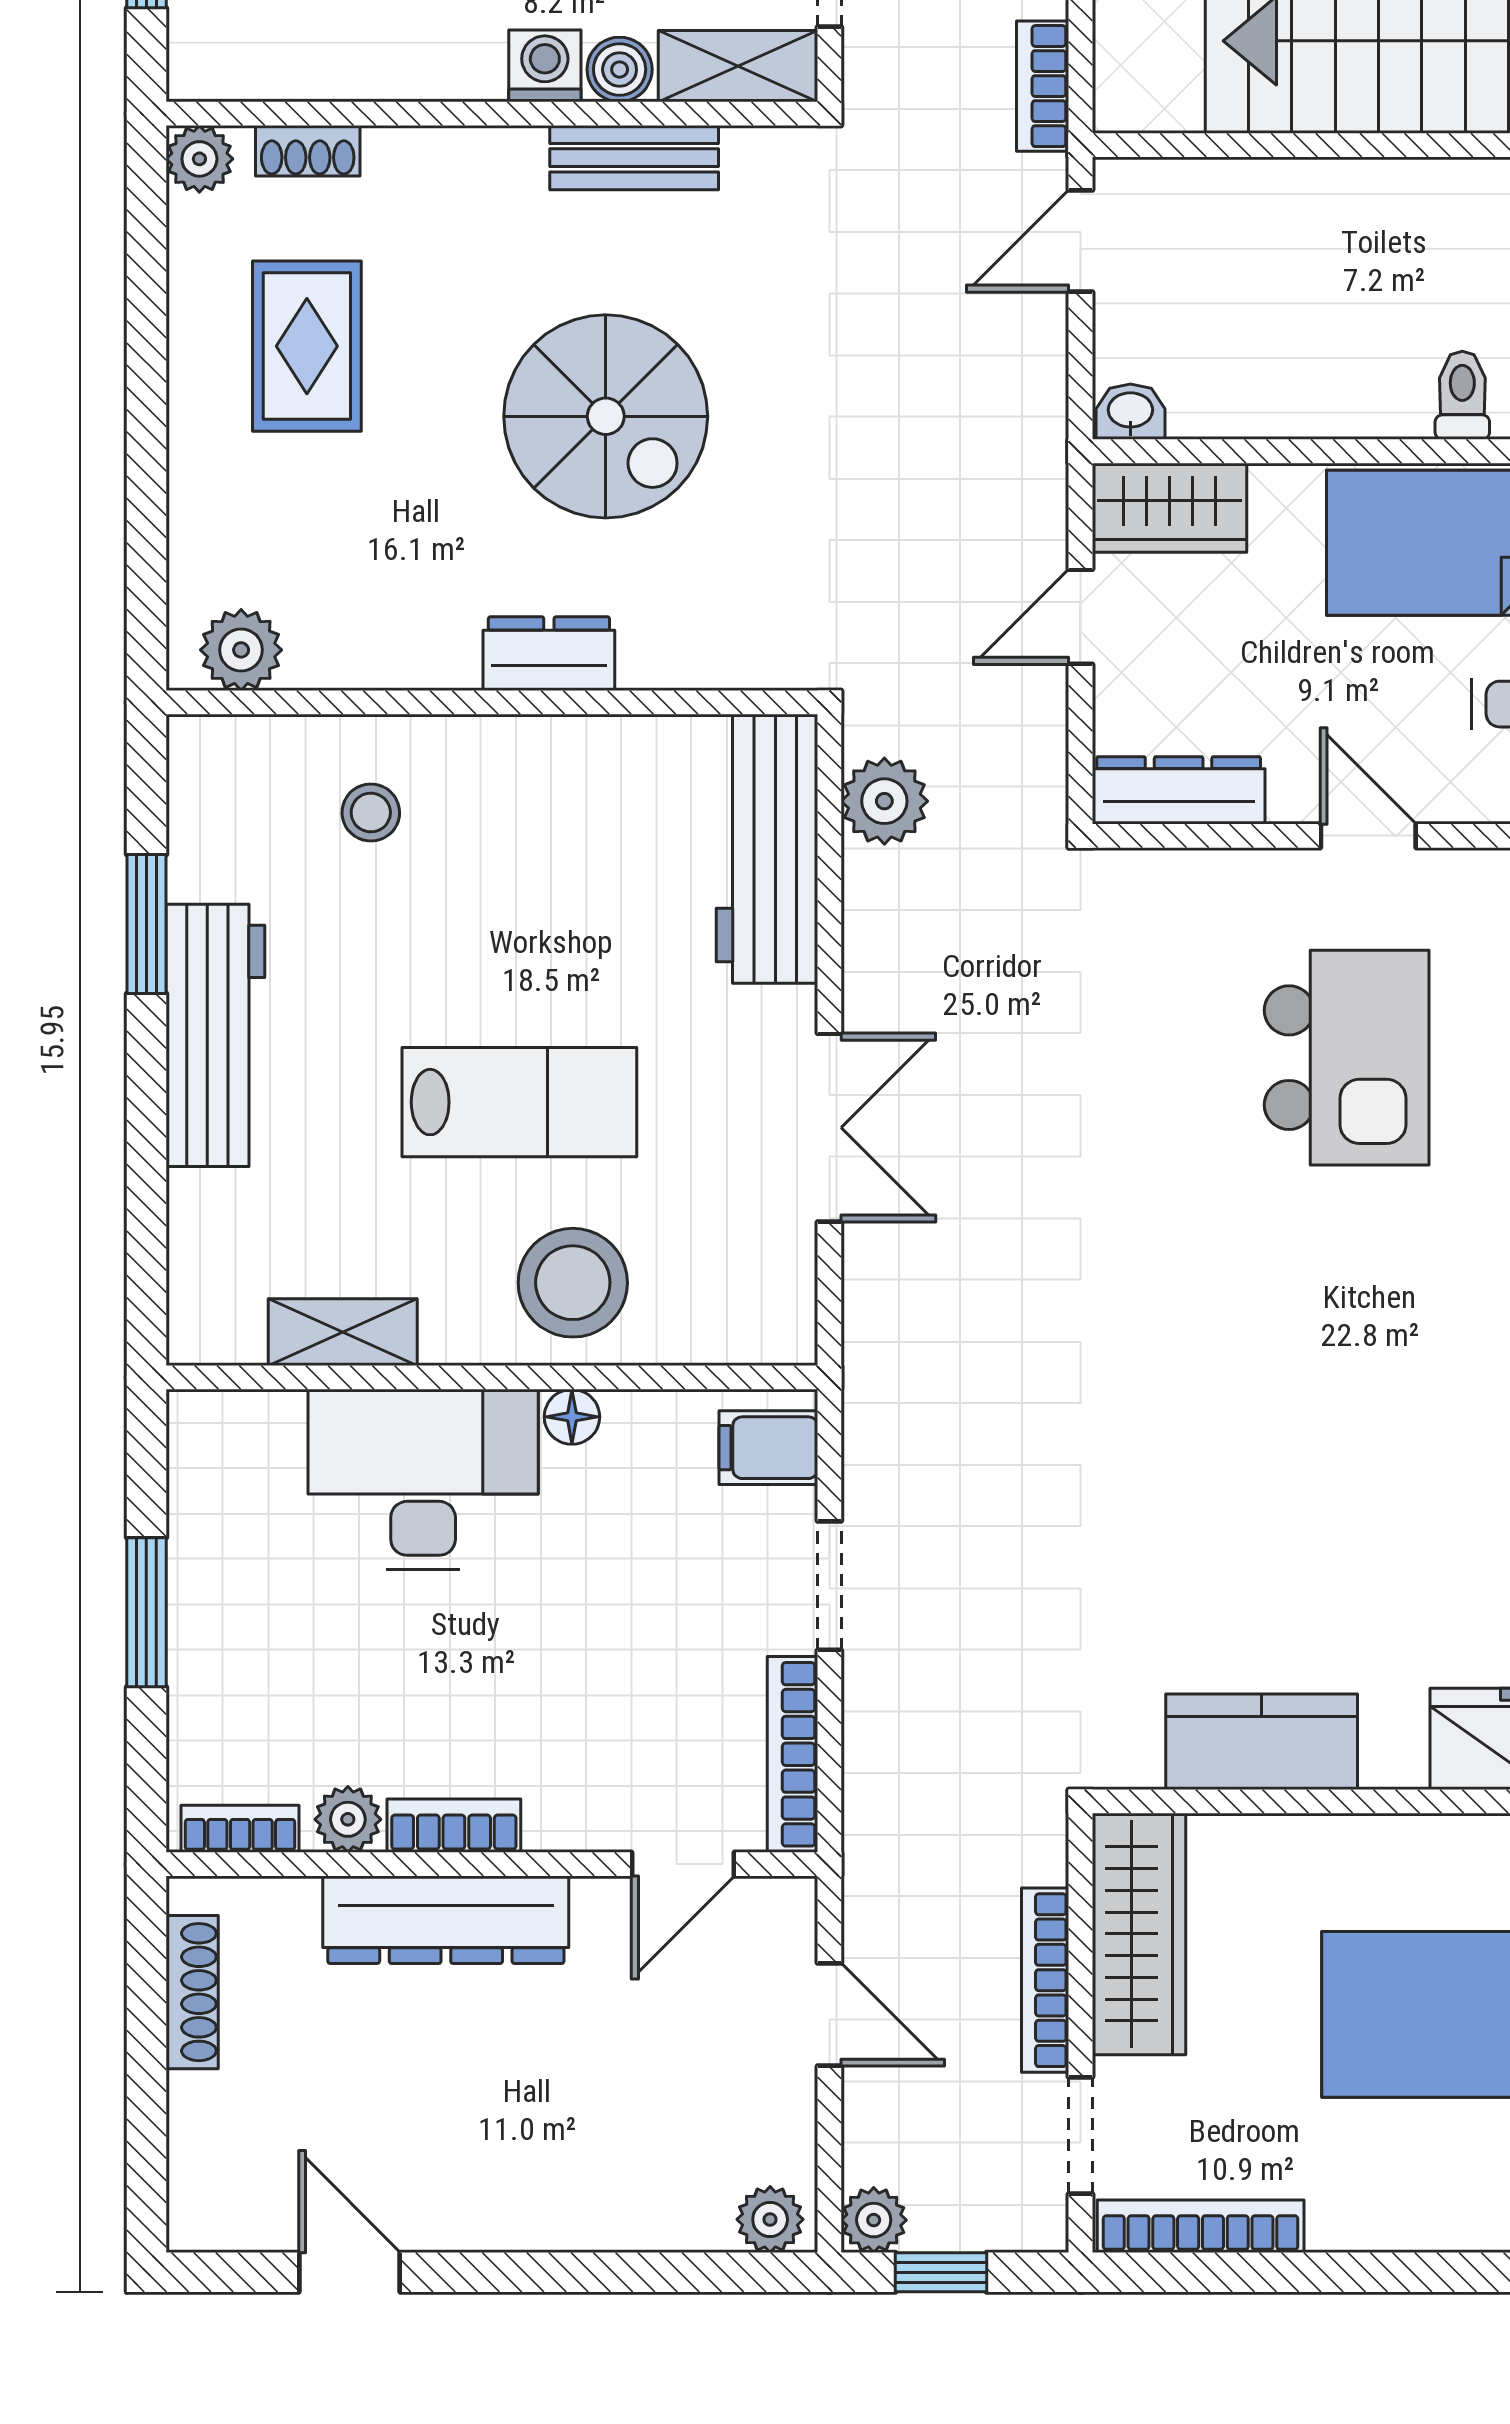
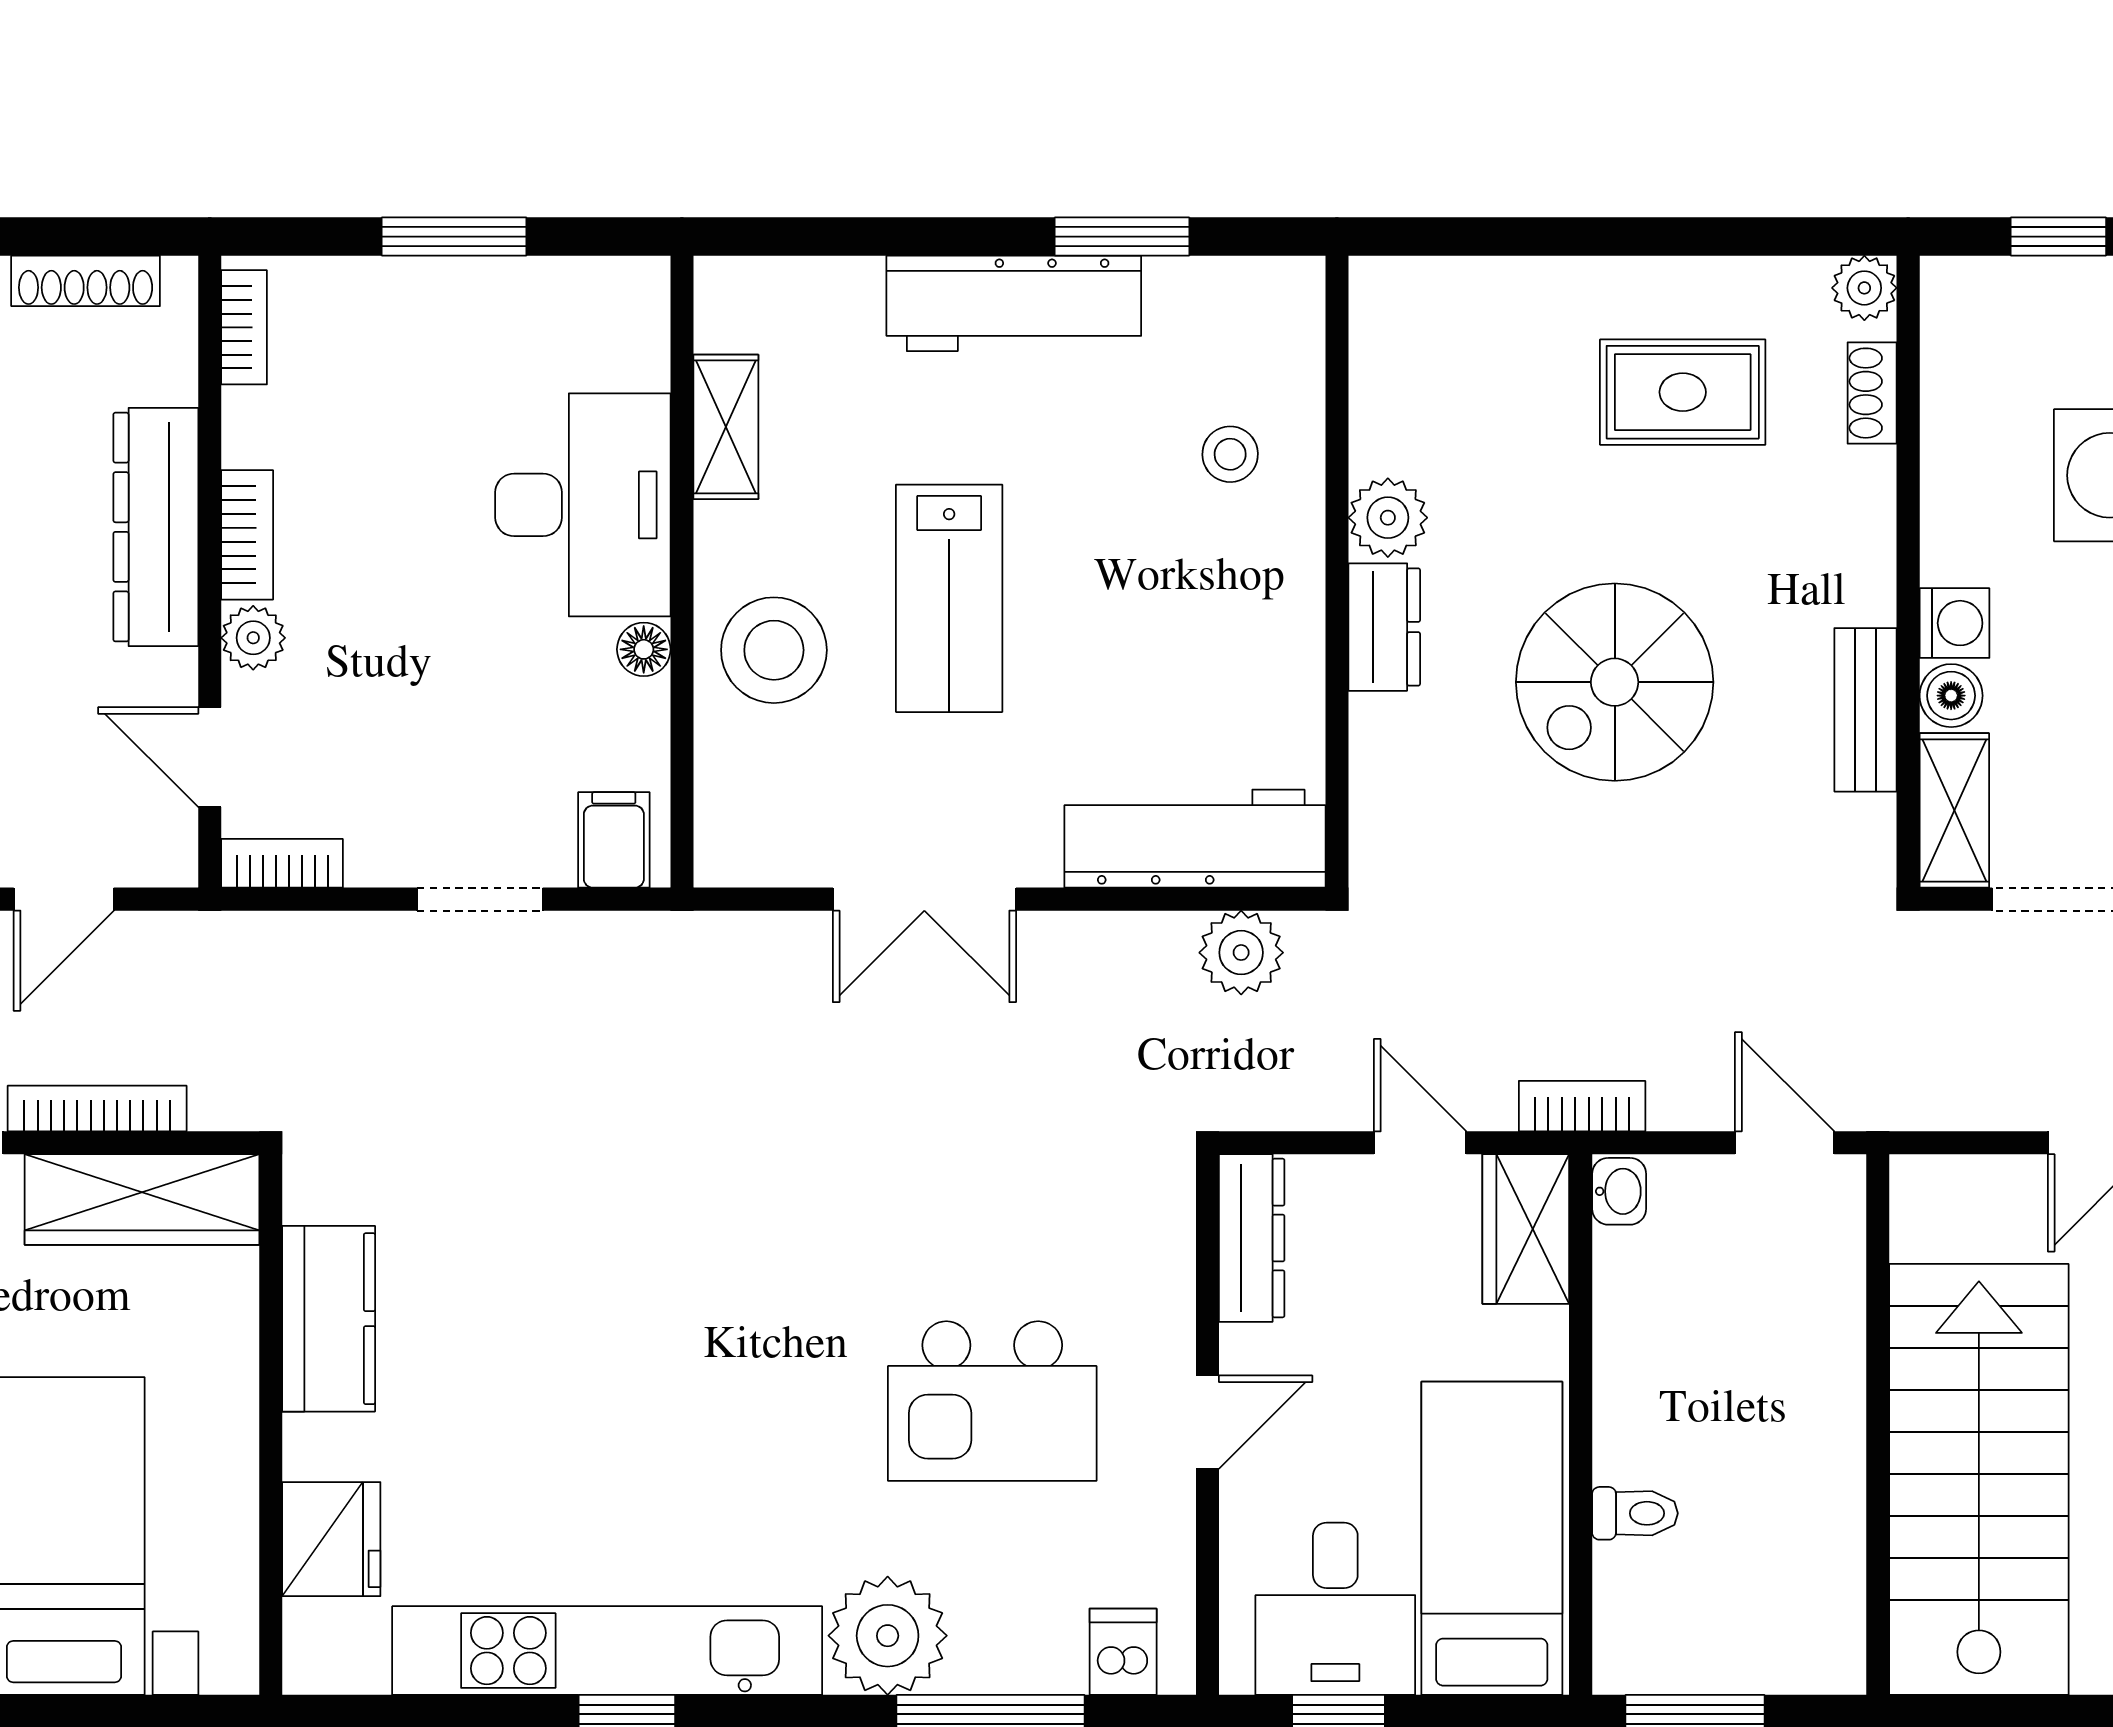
bookcase: (1043, 86) -> (1582, 1106), moved
plant: (241, 650) -> (1388, 518), moved
bookcase: (792, 1754) -> (282, 863), width x0.64
plant: (348, 1819) -> (253, 638), moved

